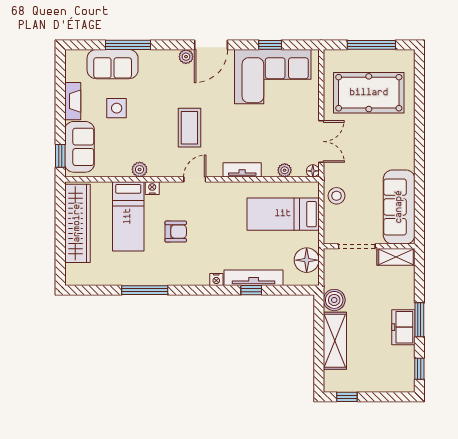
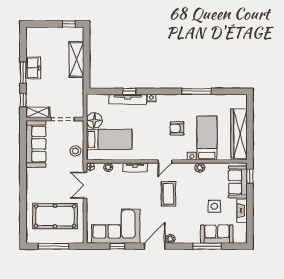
floor lamp: (307, 260) -> (94, 120), moved
boiler: (334, 300) -> (77, 85), removed
window: (419, 369) -> (23, 100), moved

